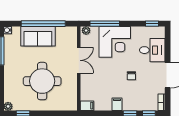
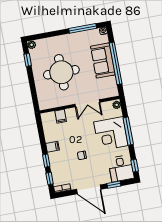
window: (105, 24) -> (128, 131), moved
window: (168, 49) -> (114, 185), added
desk: (152, 50) -> (121, 168), moved
filing cabinet: (87, 106) -> (61, 116), moved

